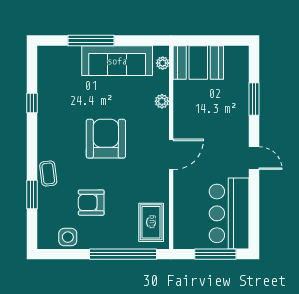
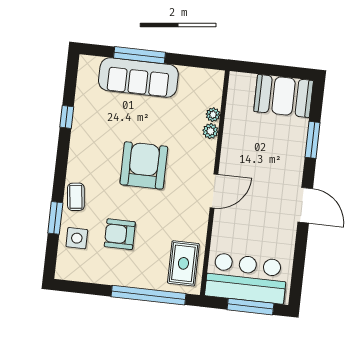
sofa: (117, 61) -> (138, 78), moved
plant: (163, 63) -> (213, 115), moved
booth: (198, 63) -> (284, 96), moved
door: (254, 158) -> (305, 205), width x1.38
bar counter: (229, 213) -> (246, 278), moved, turned 90
side table: (68, 237) -> (77, 238), moved

